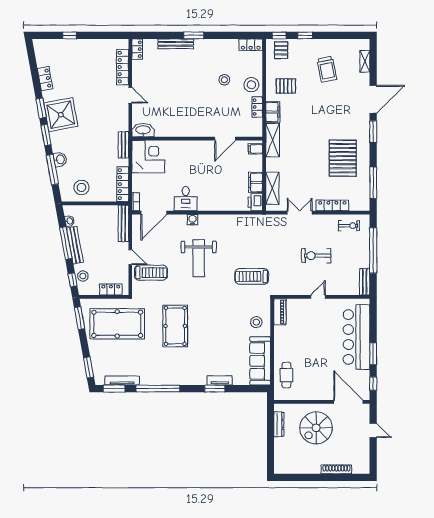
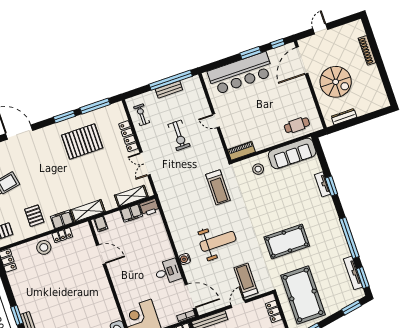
stool: (224, 80) -> (48, 274), removed
window: (373, 132) -> (64, 117), moved
window: (373, 250) -> (171, 80), moved
bench: (365, 282) -> (169, 90), moved

